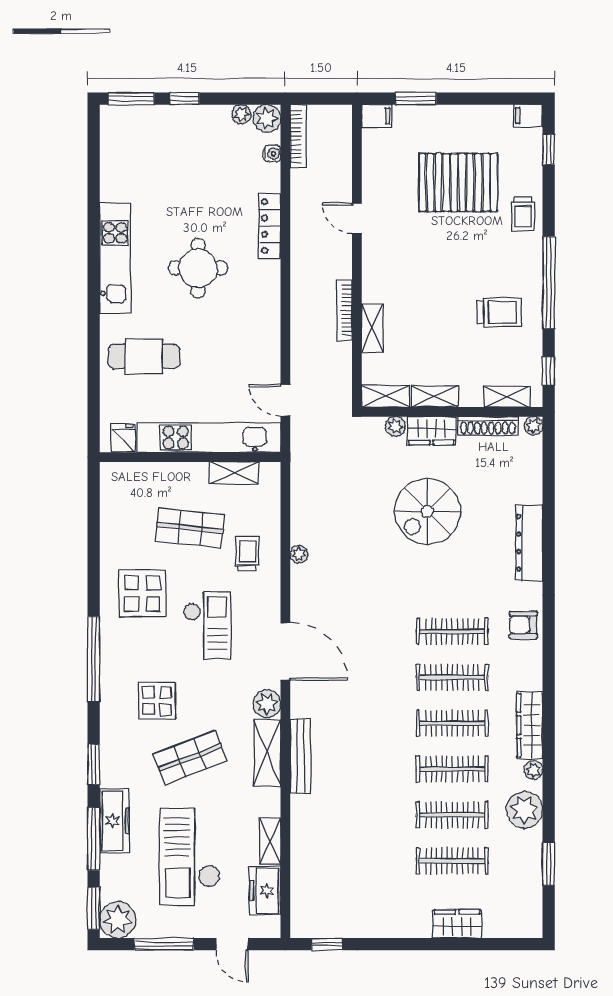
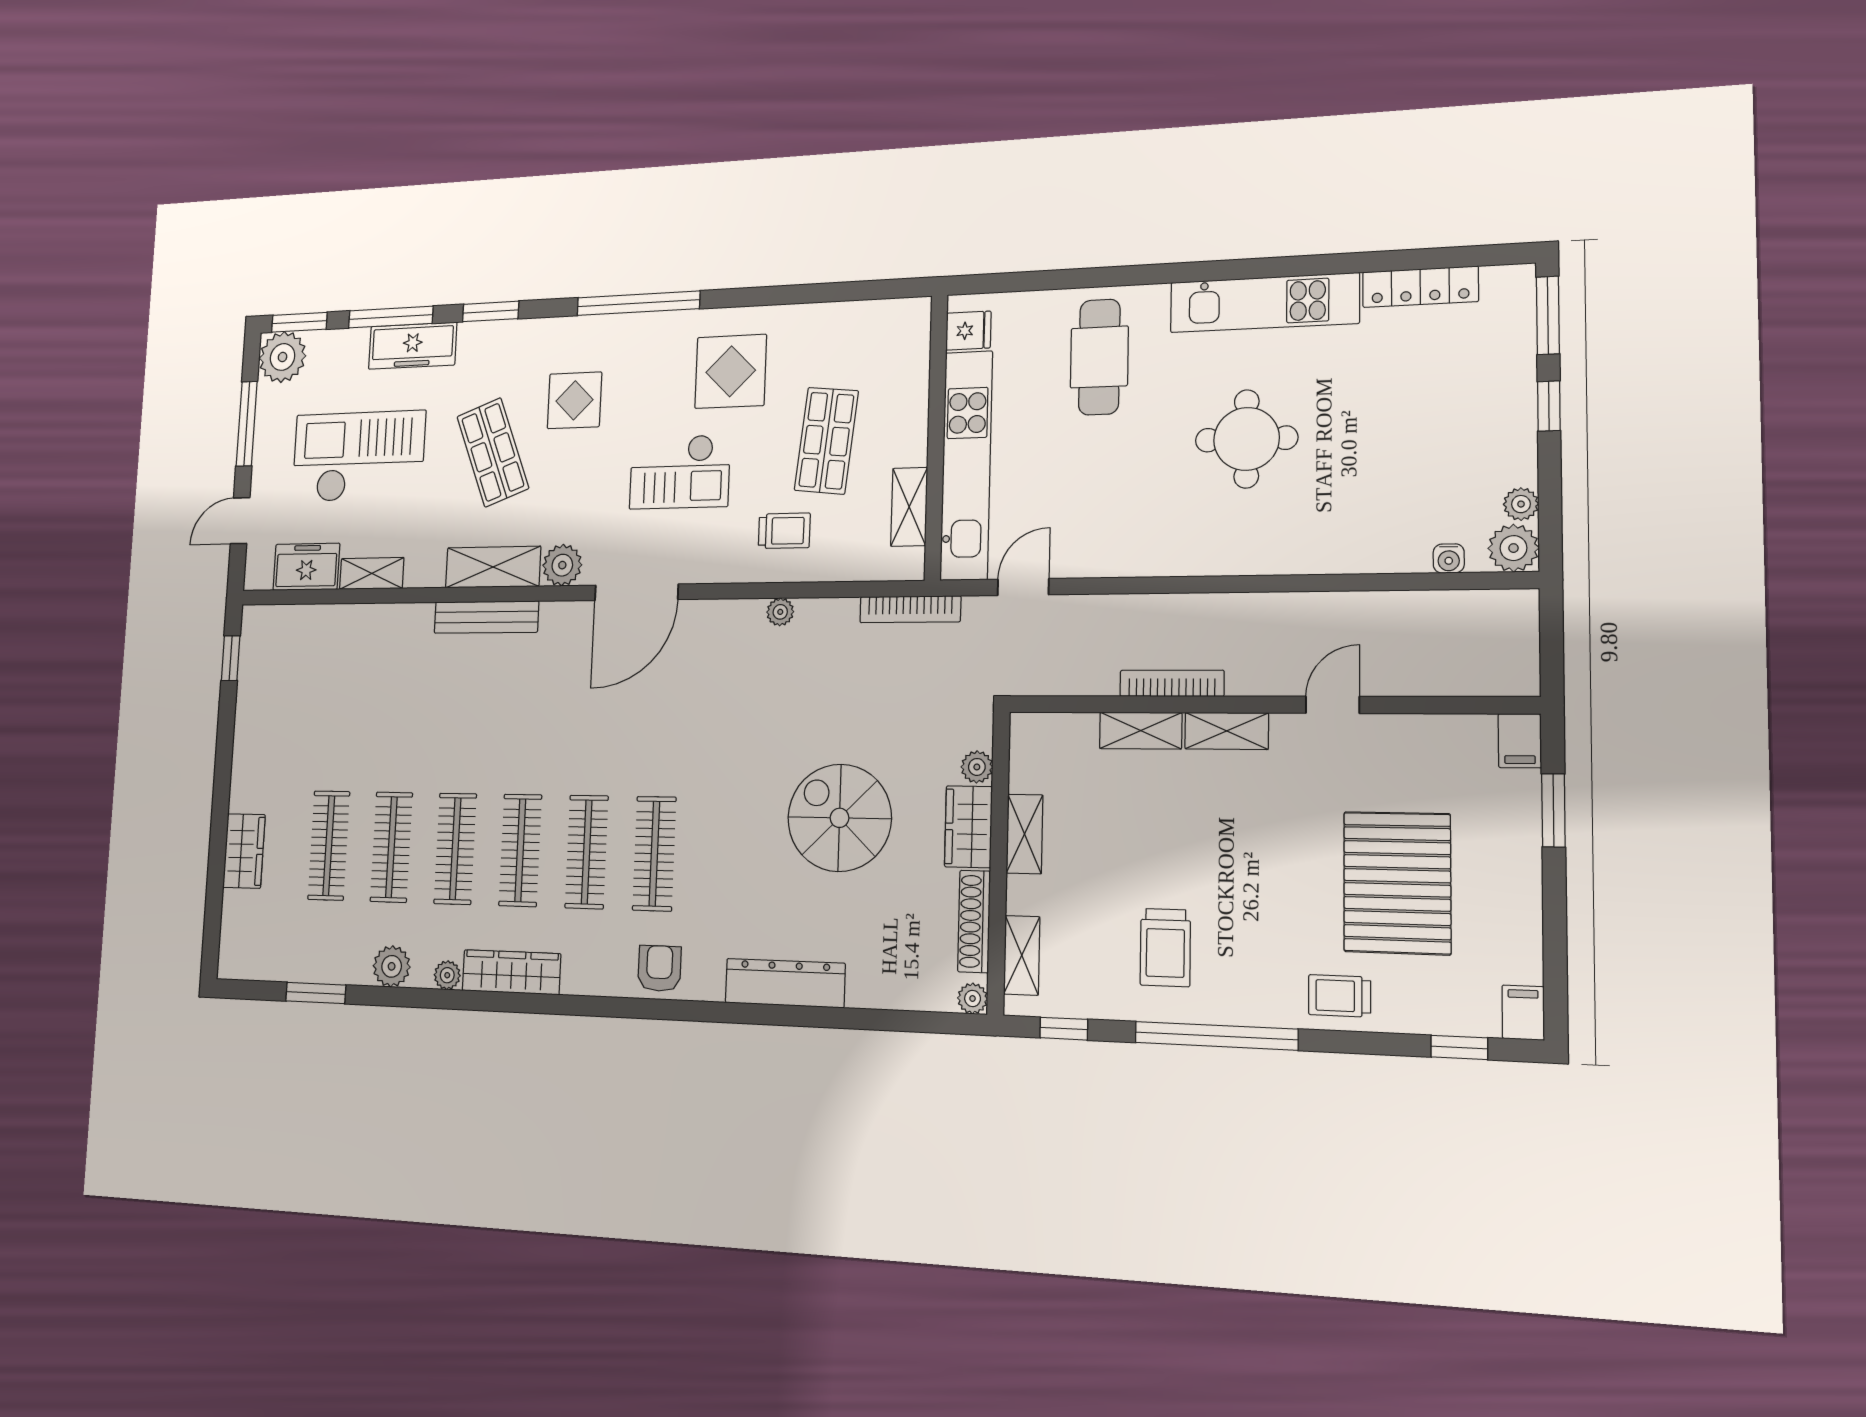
bookcase: (298, 136) -> (910, 609), moved
locker: (270, 226) -> (1420, 287), moved, turned 180
shelving: (386, 396) -> (1227, 731), moved, turned 90
plant: (524, 810) -> (392, 966), width x0.73, depth x0.73

